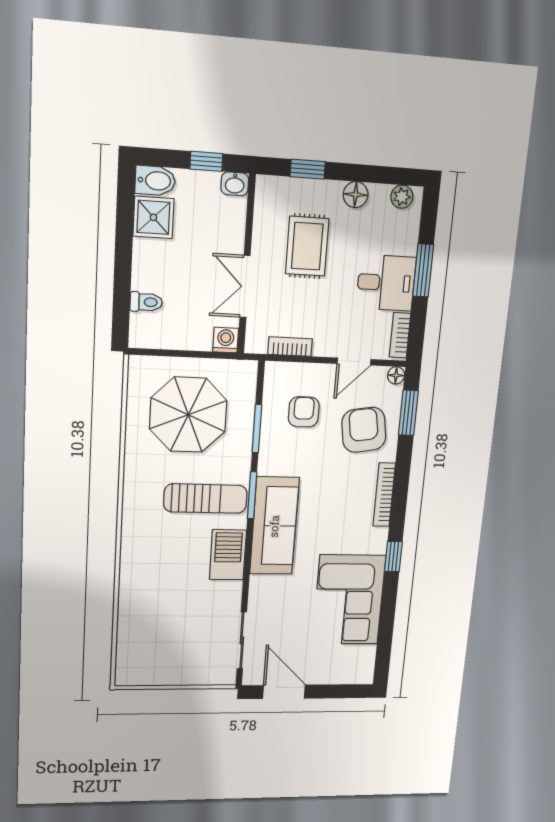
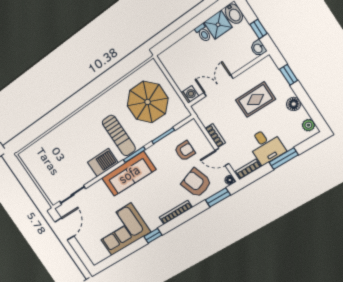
toilet: (146, 302) -> (203, 33), moved
bookcase: (290, 347) -> (215, 136), moved
armchair: (364, 430) -> (196, 183), turned -100

